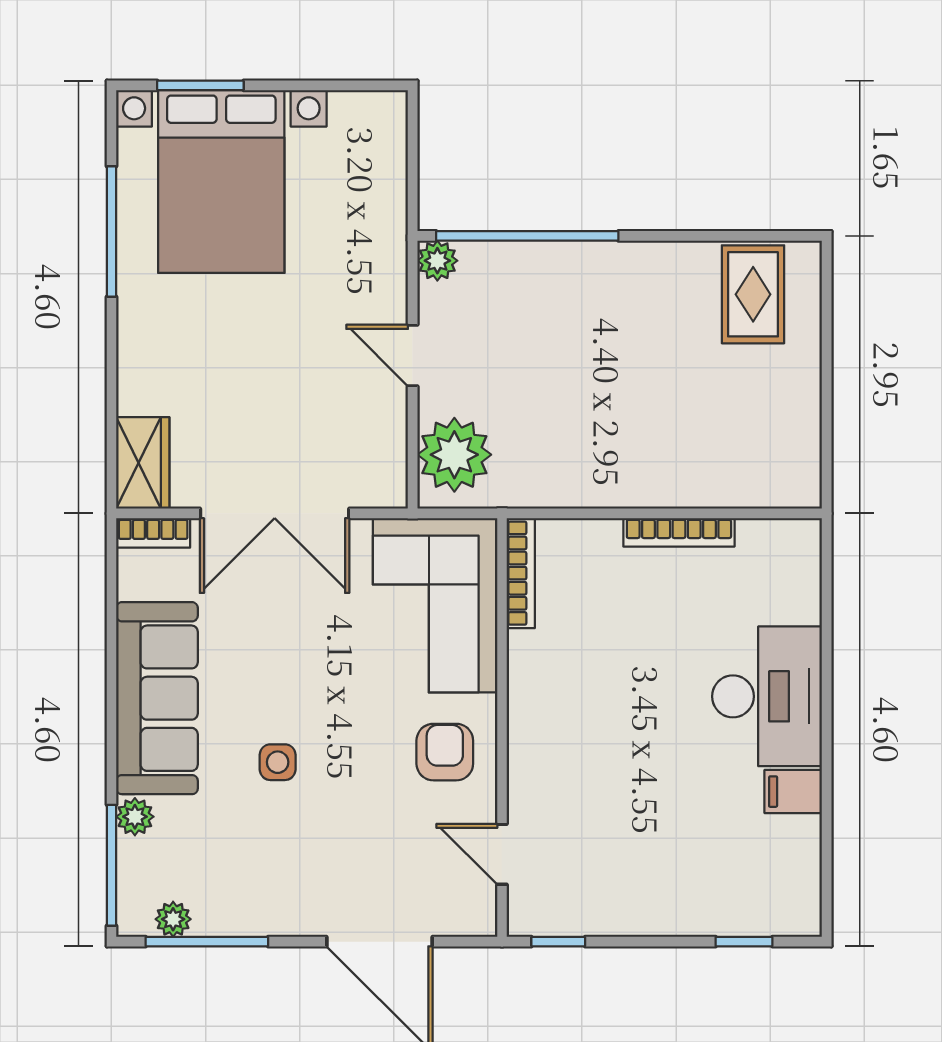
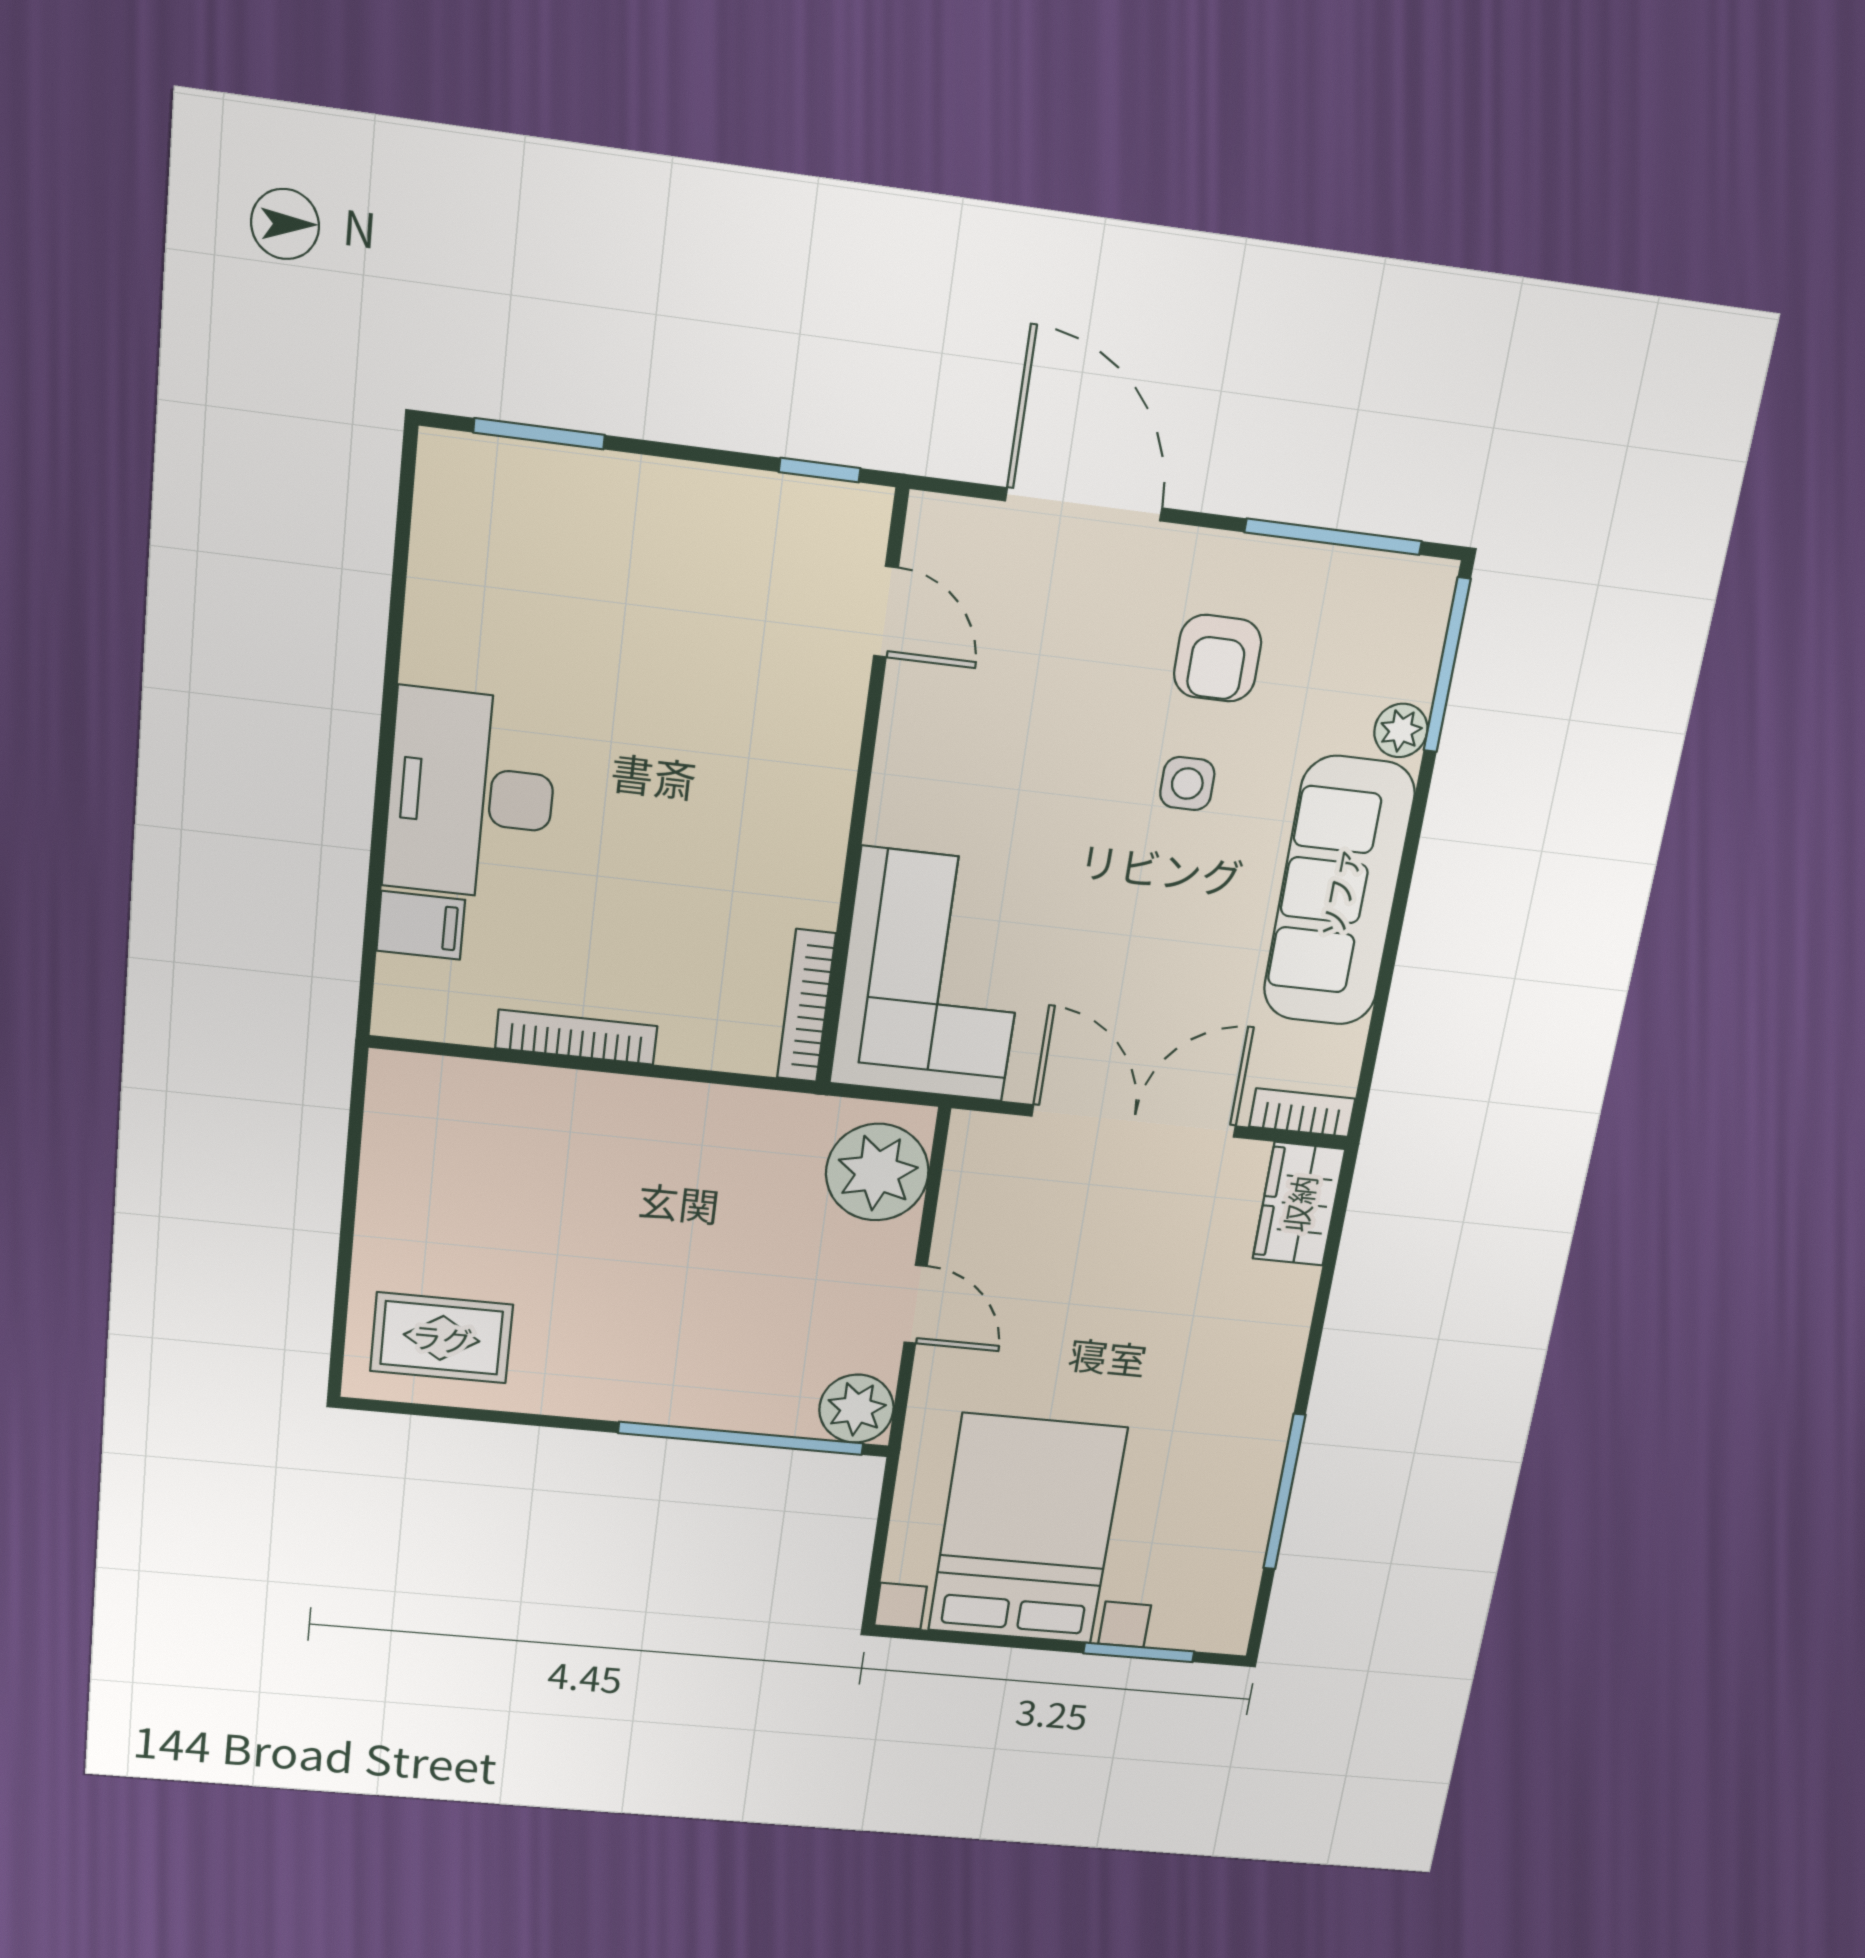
bed with nightstands: (221, 181) -> (1027, 1530), moved
plant: (437, 261) -> (856, 1409), width x1.38, depth x1.38
rug: (753, 294) -> (442, 1338), turned 90
armchair: (445, 752) -> (1217, 658), moved
filing cabinet: (793, 792) -> (421, 925), moved
plant: (173, 919) -> (1375, 576), removed
window: (744, 942) -> (539, 434), width x1.50

